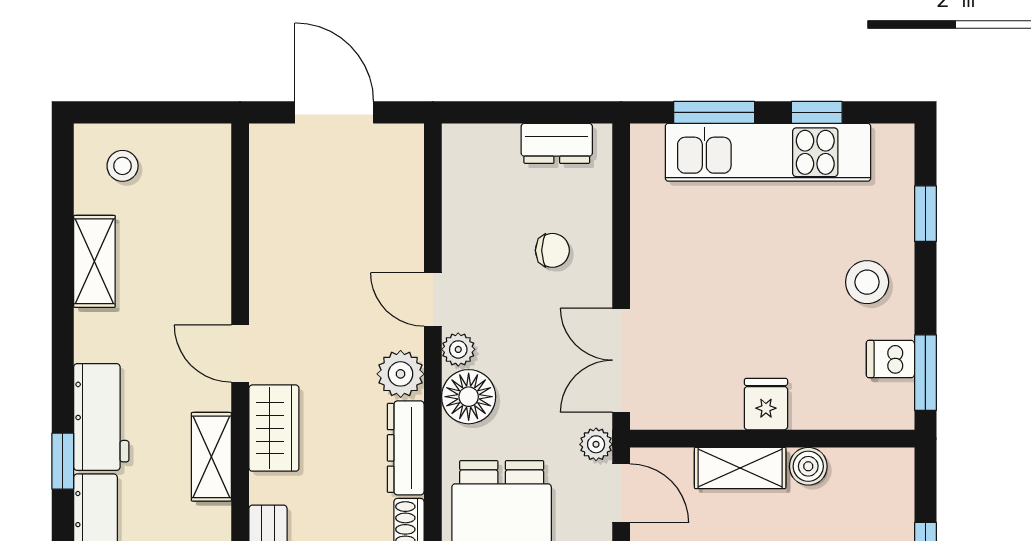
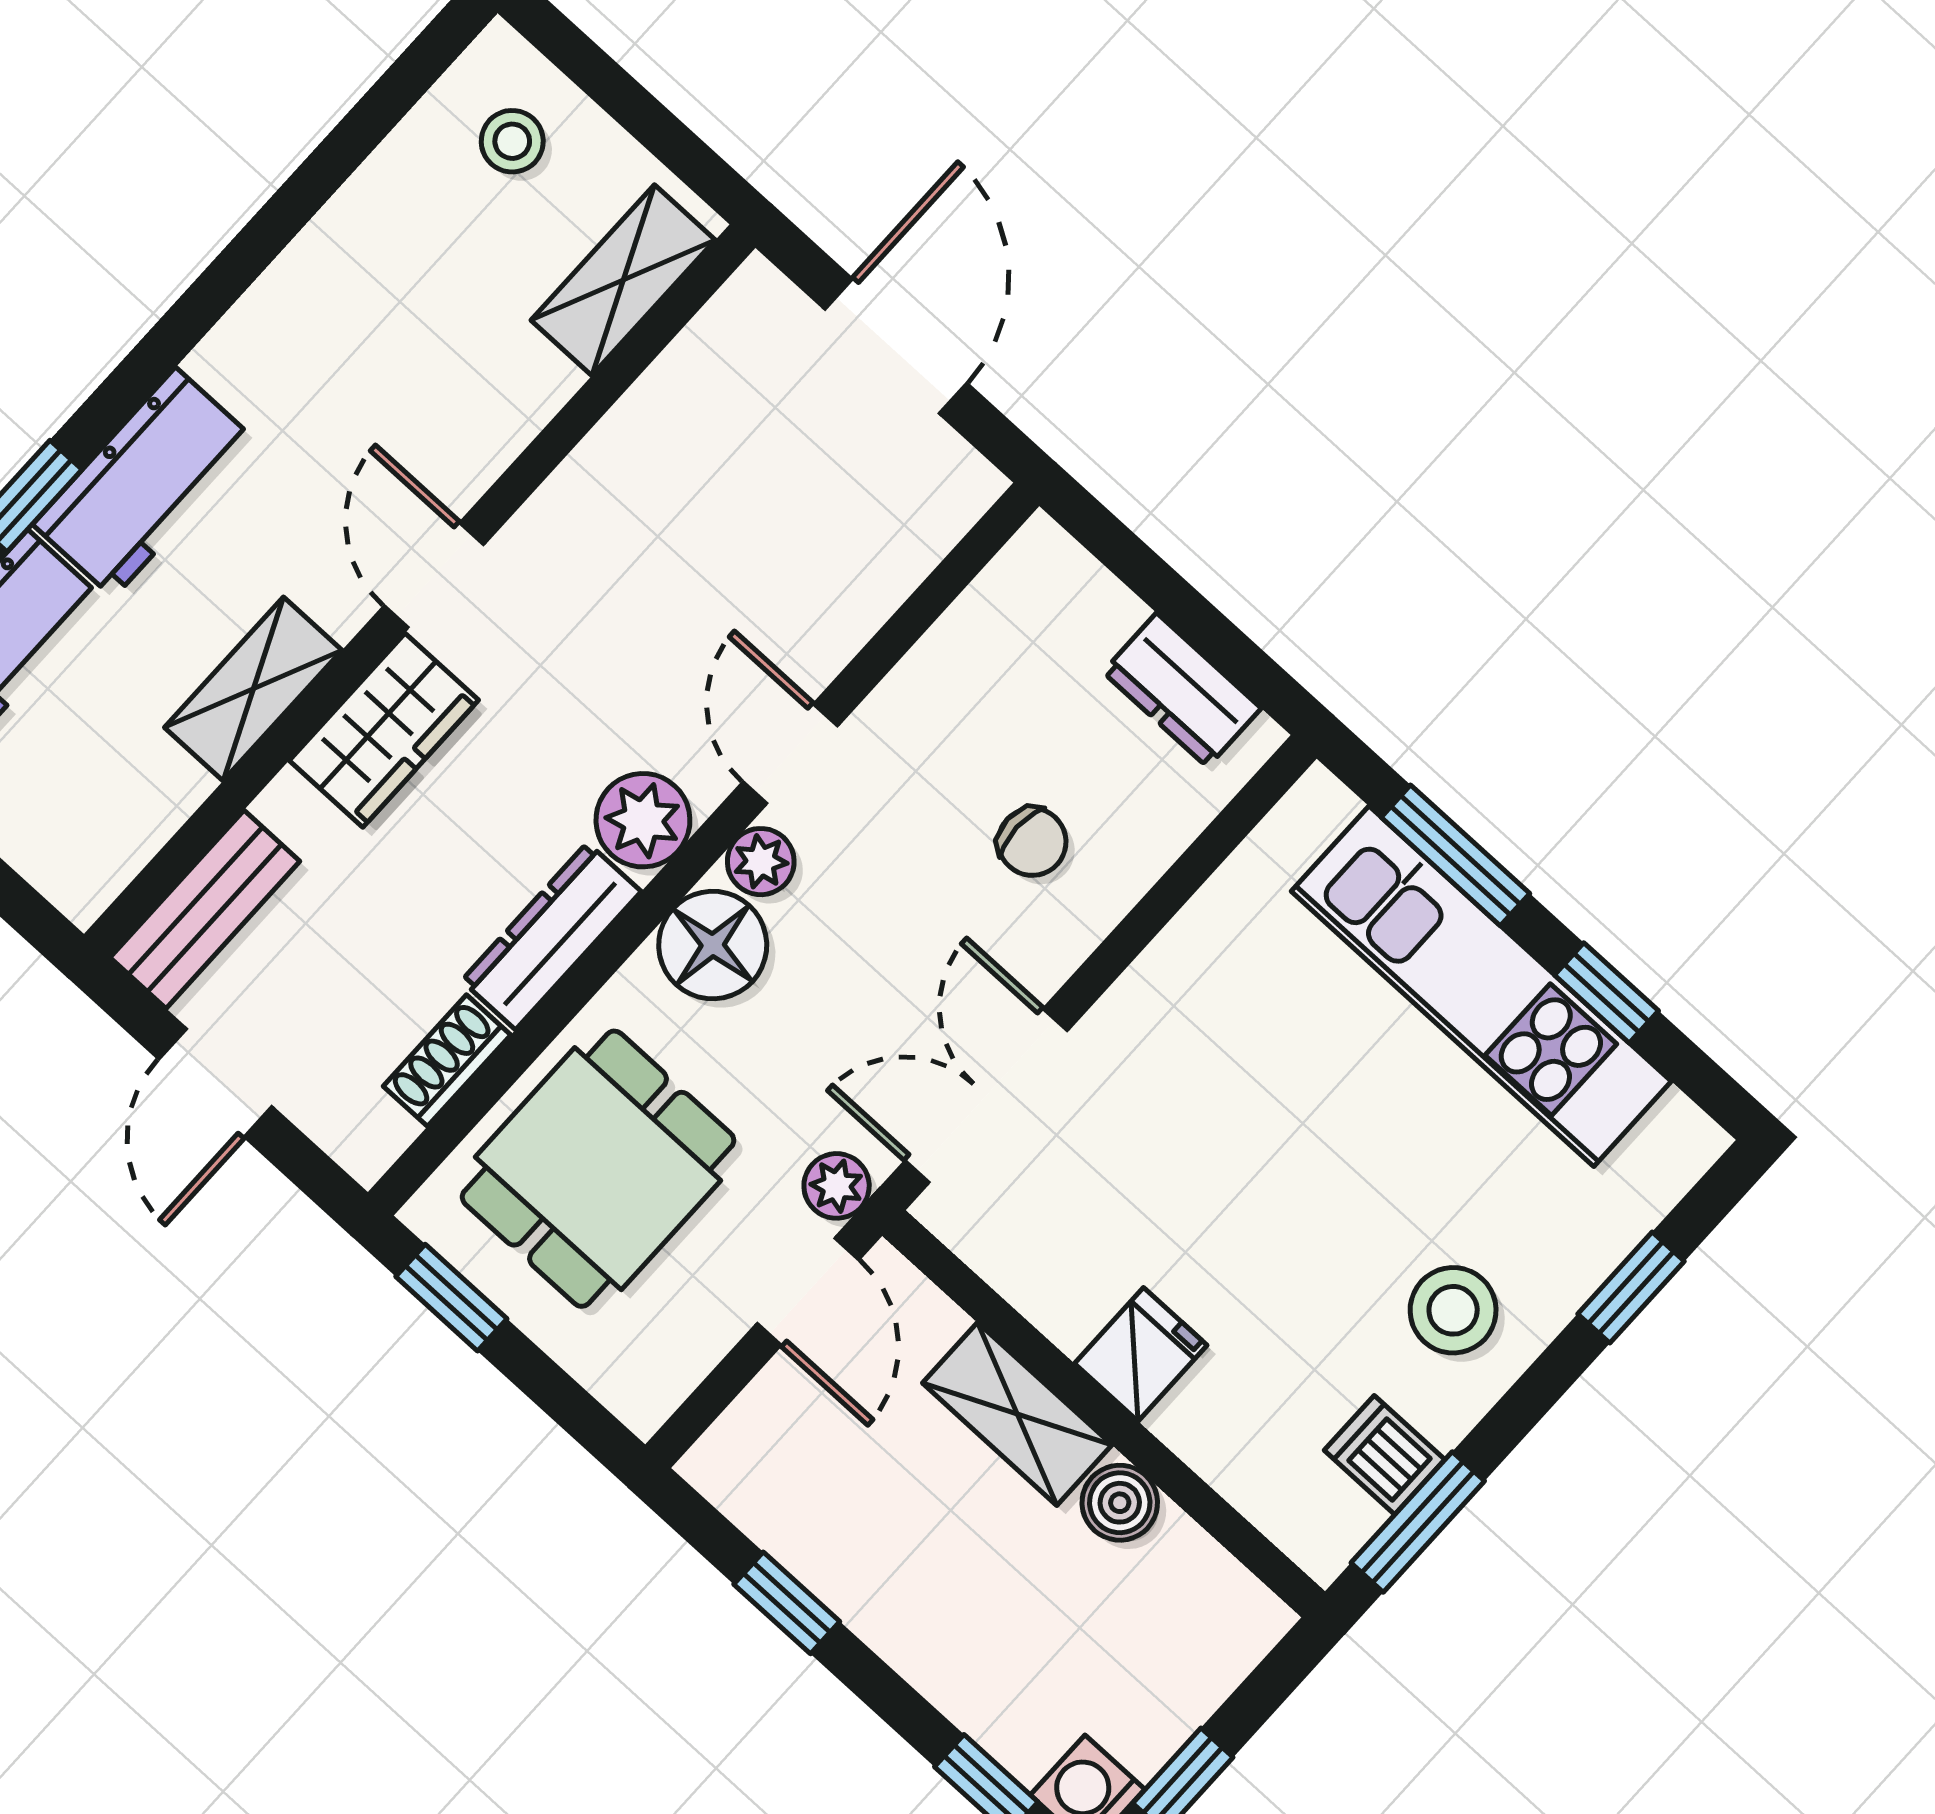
shelving: (94, 261) -> (623, 280), moved

